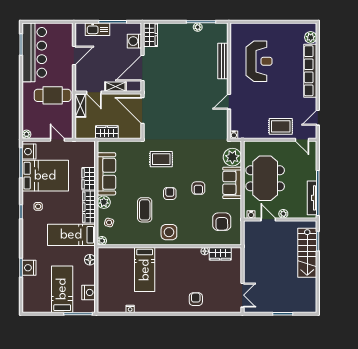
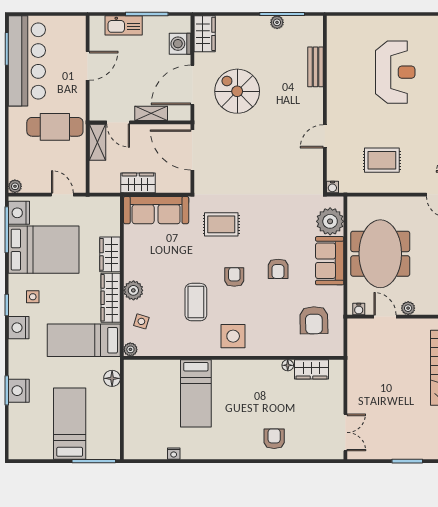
bench: (223, 61) -> (315, 67), width x0.73
reception desk: (259, 61) -> (395, 72), moved
spiral stairs: (172, 72) -> (237, 91), added
rug: (281, 126) -> (382, 160), moved
sofa: (106, 174) -> (156, 210), moved, turned 90
nightstand: (89, 292) -> (19, 328), moved, turned 180

